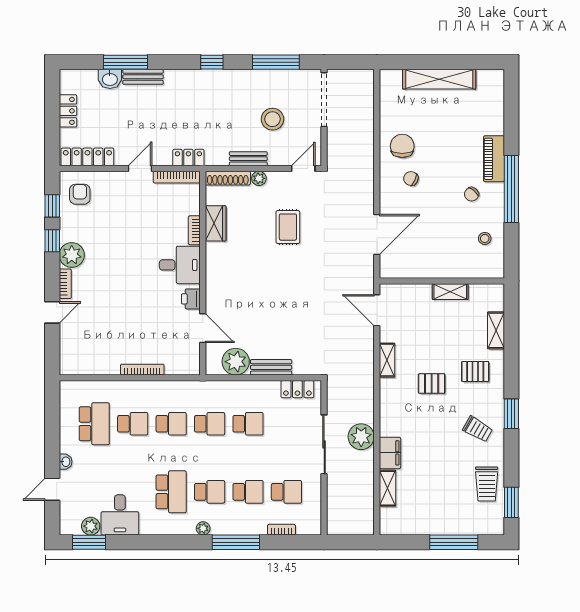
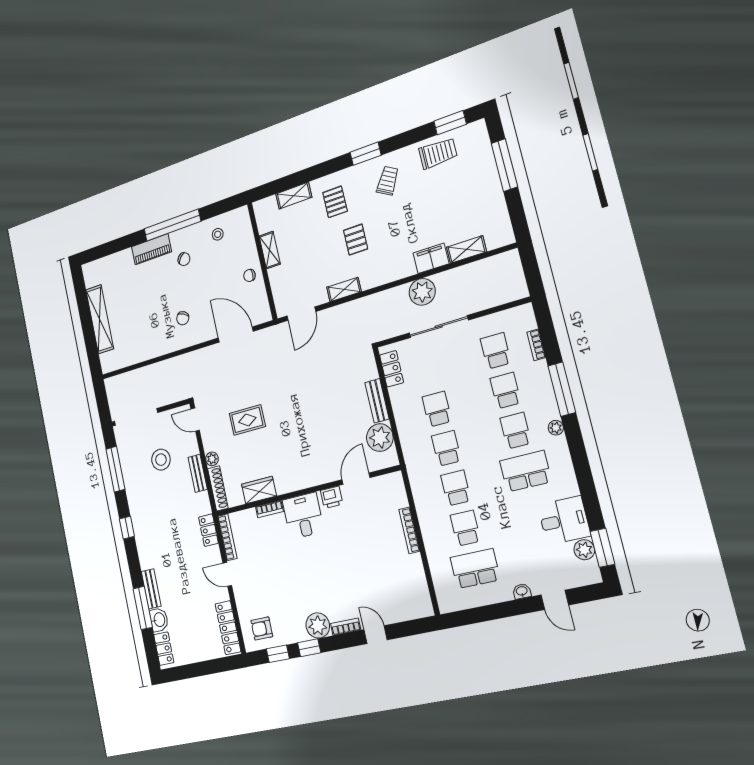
locker: (68, 111) -> (164, 649), moved, turned 90
chair: (402, 146) -> (249, 275), moved, width x0.54, depth x0.54

